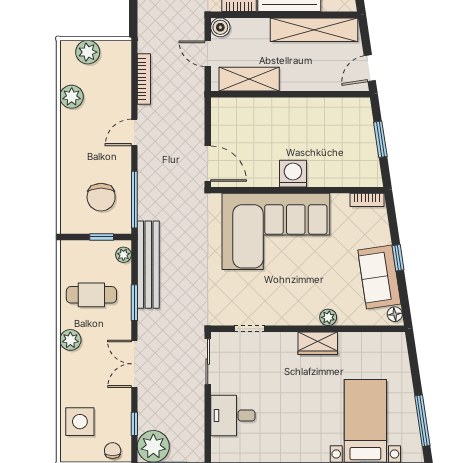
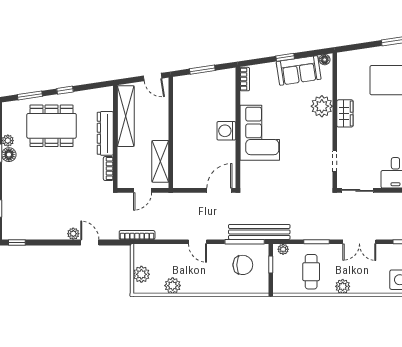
boiler: (220, 27) -> (124, 182), removed
bookcase: (144, 79) -> (137, 235), moved
corner sofa: (276, 231) -> (260, 133), width x0.73, depth x0.74
bench: (148, 265) -> (259, 232), moved
plant: (328, 317) -> (322, 106), width x1.88, depth x1.88

